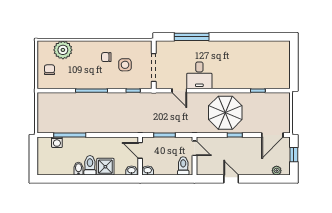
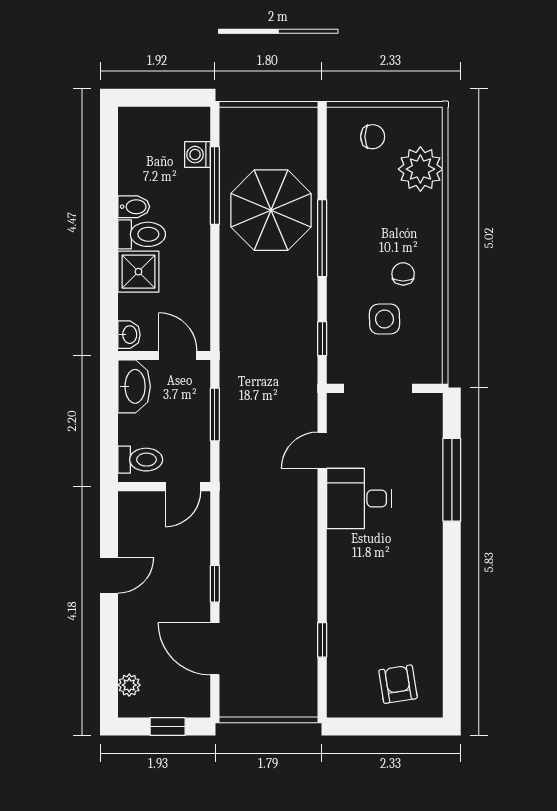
armchair: (276, 59) -> (398, 684), added
parasol: (225, 113) -> (271, 210), moved
door: (272, 135) -> (215, 649), moved
door: (140, 150) -> (178, 355), hinge flipped
washbasin: (148, 171) -> (134, 386), width x1.91, depth x1.45

